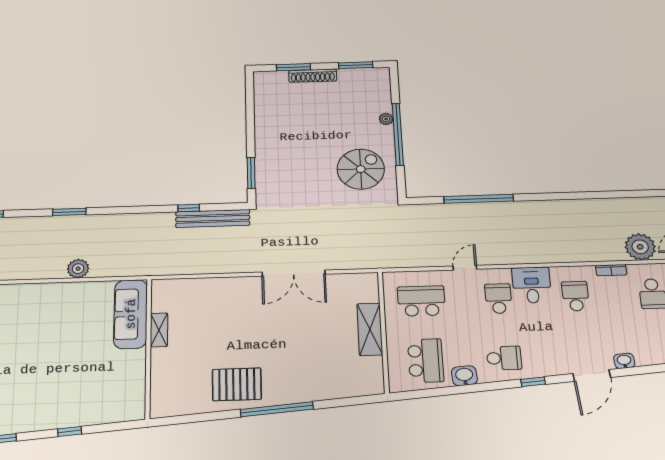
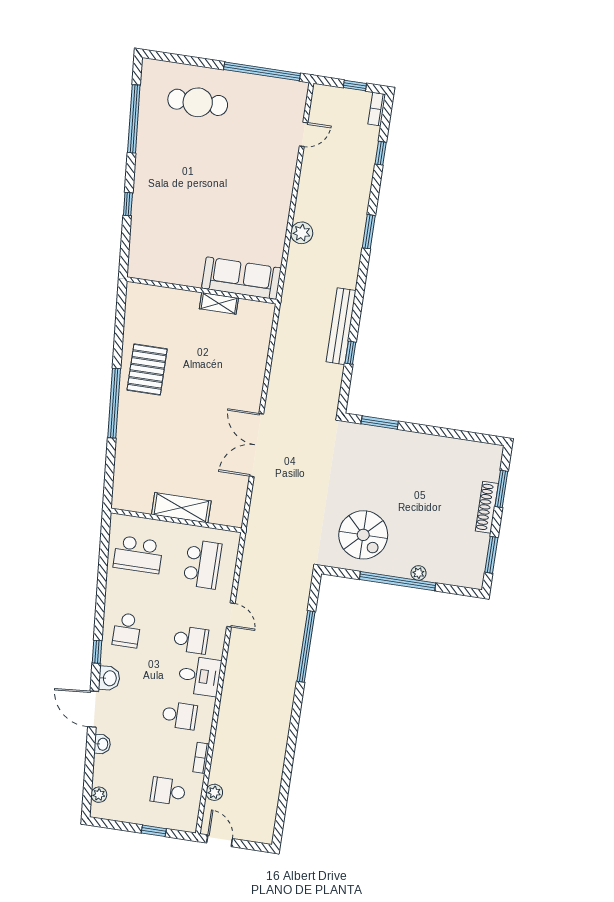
bench: (213, 218) -> (341, 326), moved
plant: (640, 247) -> (214, 792), width x0.53, depth x0.53
washbasin: (464, 376) -> (109, 678), moved

